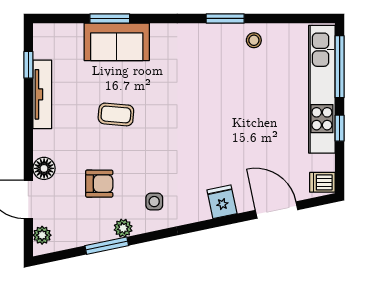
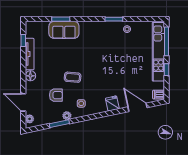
coffee table: (116, 114) -> (73, 77), moved
floor lamp: (44, 168) -> (30, 76), moved

